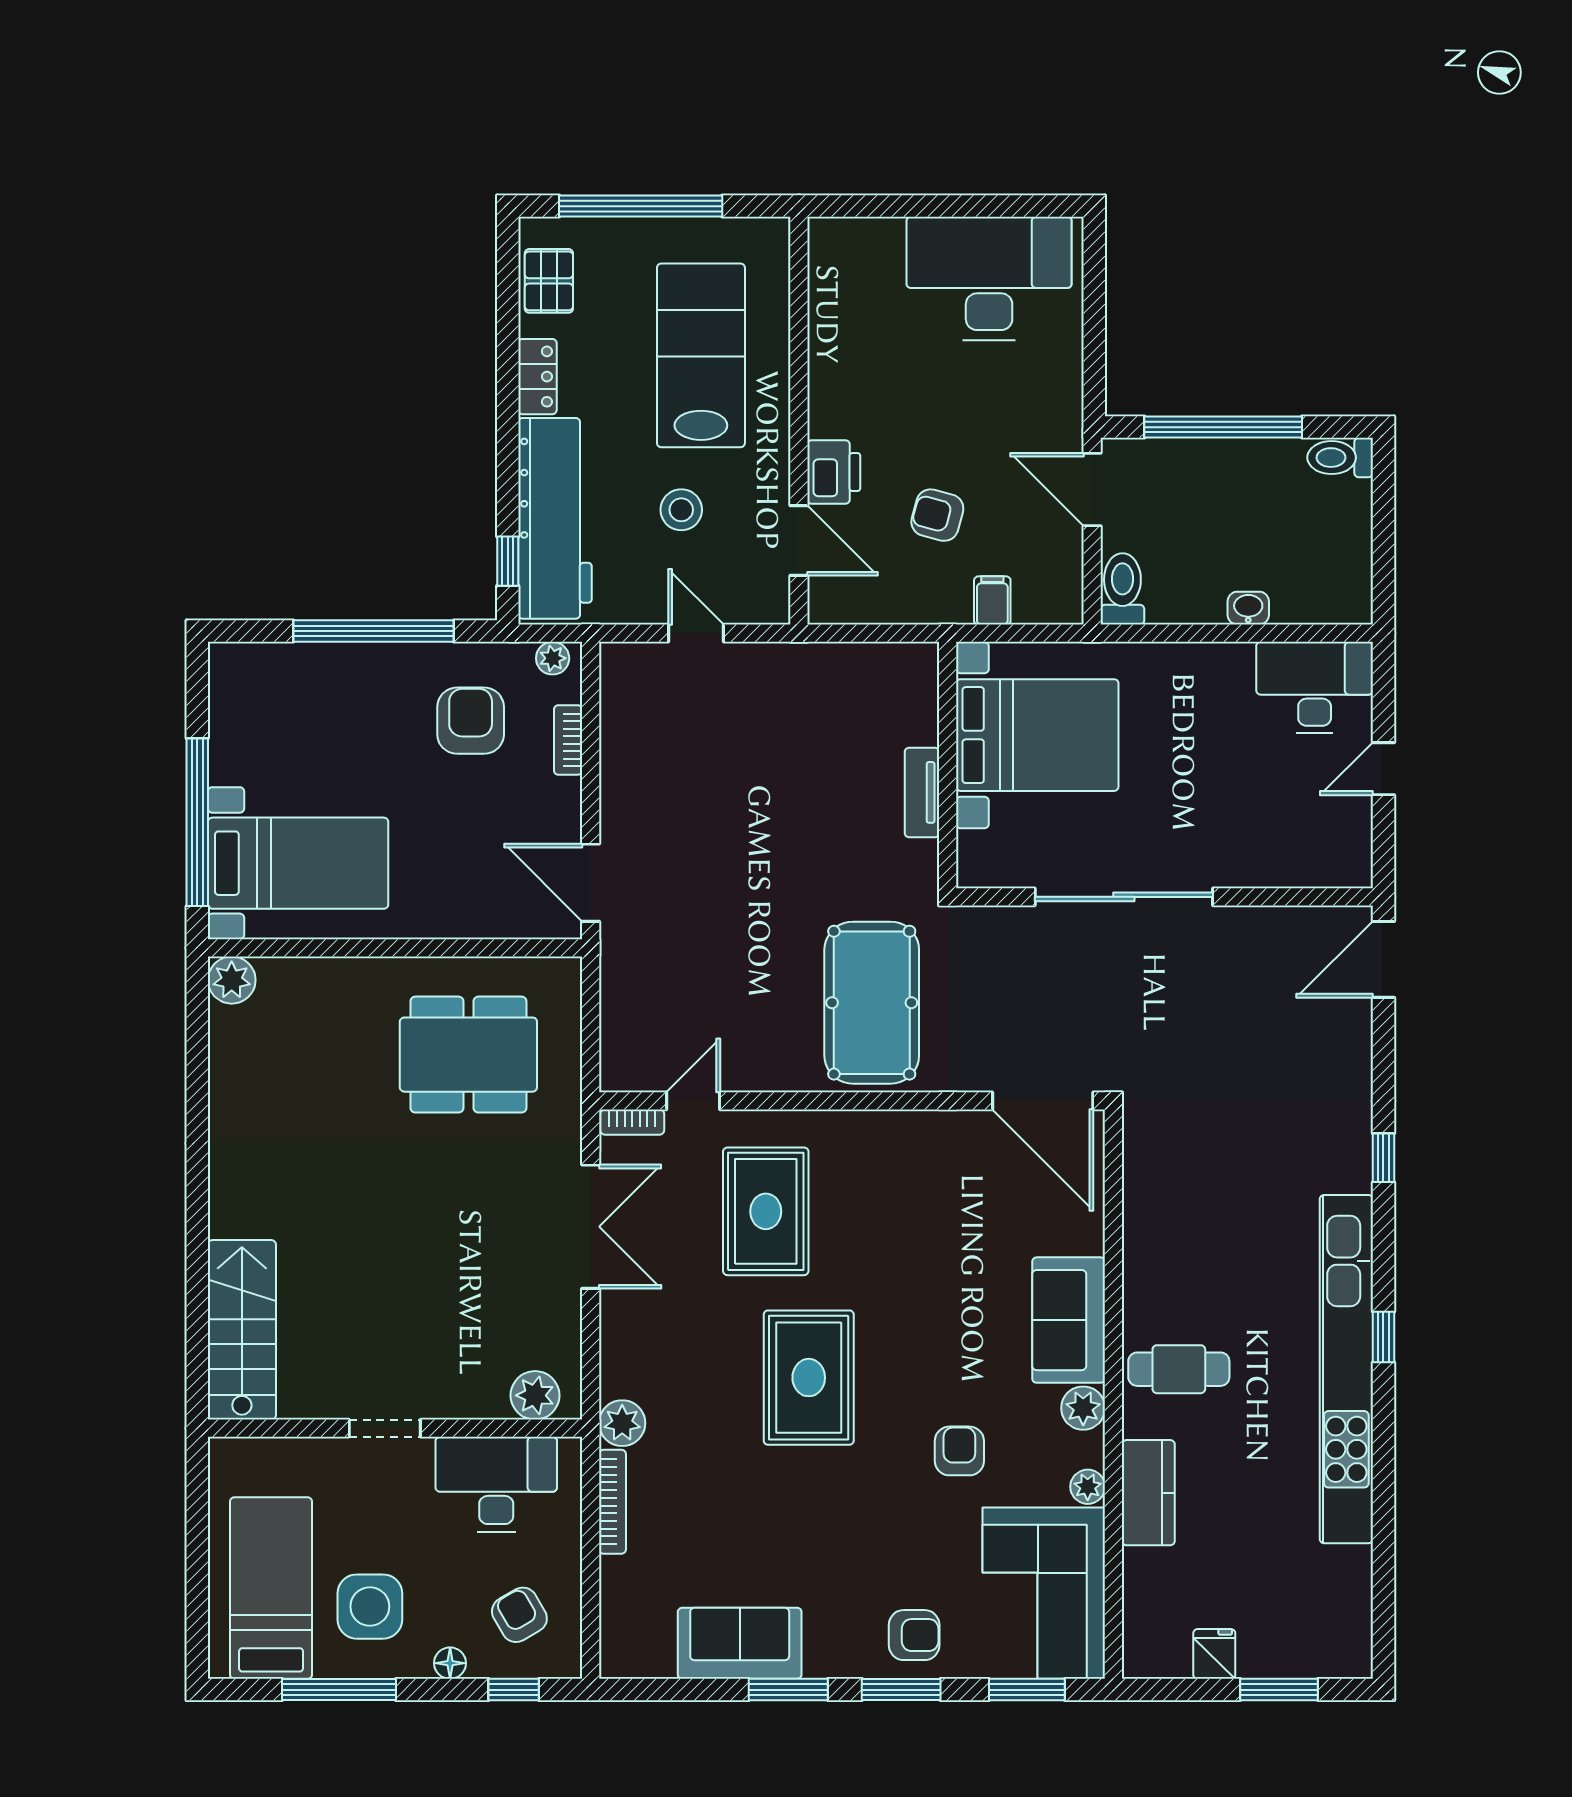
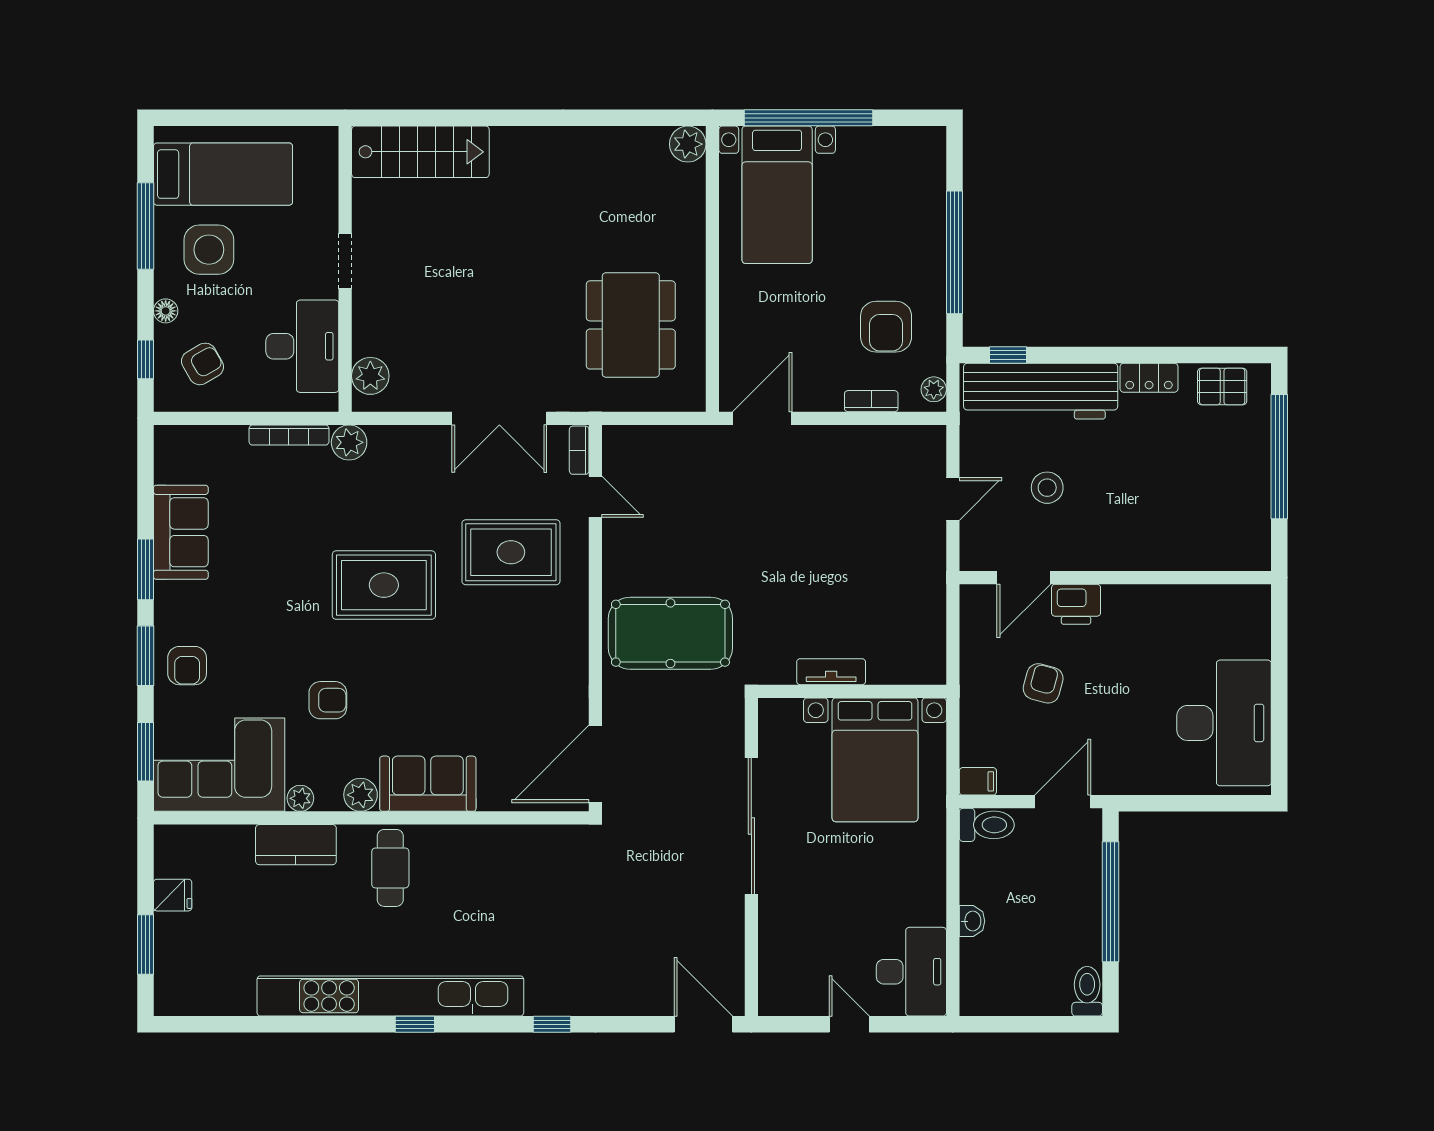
lab bench: (701, 355) -> (1165, 503), removed
filing cabinet: (992, 600) -> (978, 781), moved
armchair: (471, 721) -> (886, 327), turned 90

